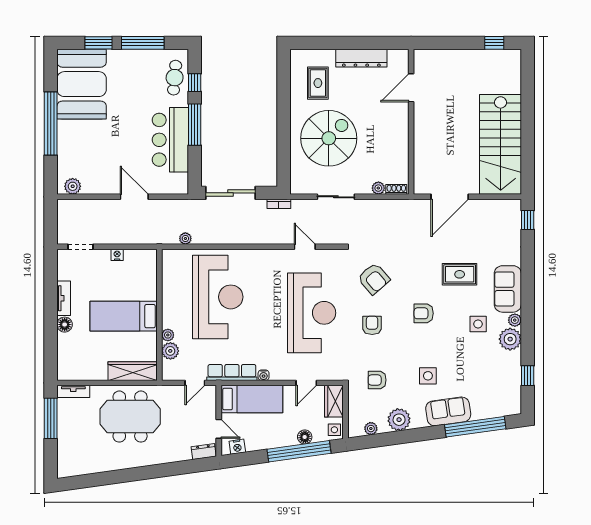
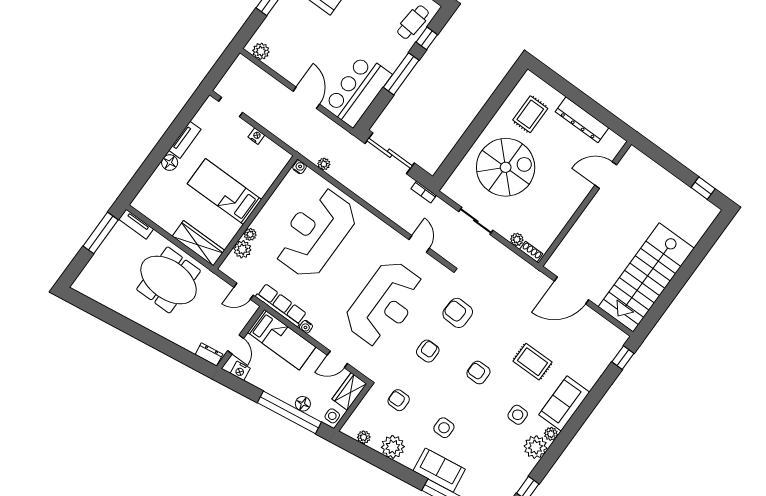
bar counter: (170, 140) -> (358, 91), moved
water cooler: (168, 255) -> (300, 167), added
armchair: (374, 279) -> (458, 313), turned 133
reception desk: (218, 297) -> (315, 233), turned 180

